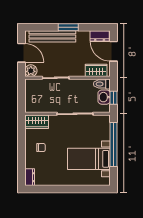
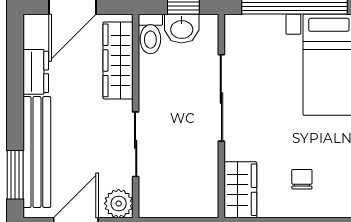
window: (68, 27) -> (15, 175), moved
dresser: (100, 36) -> (36, 72), moved
wardrobe: (96, 70) -> (118, 60), width x1.50

